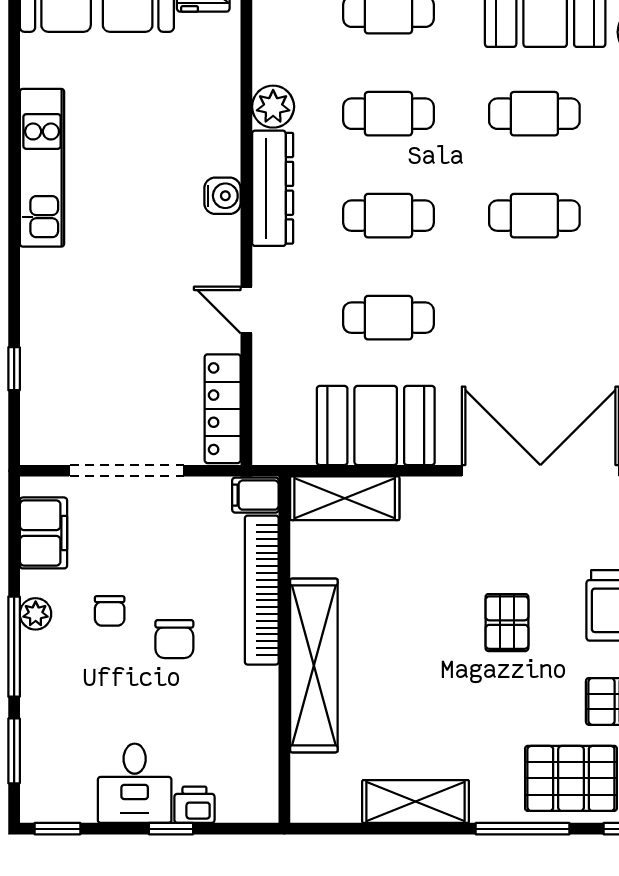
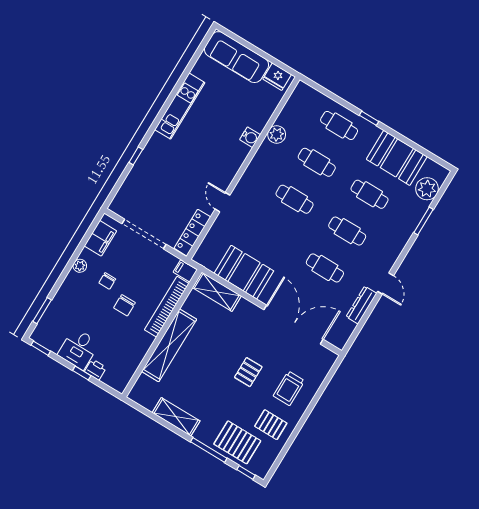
dresser: (273, 188) -> (259, 164), removed
water cooler: (222, 196) -> (250, 137), moved
cafe table: (388, 318) -> (325, 268), moved
window: (14, 369) -> (136, 156), moved
window: (14, 647) -> (65, 273), removed

